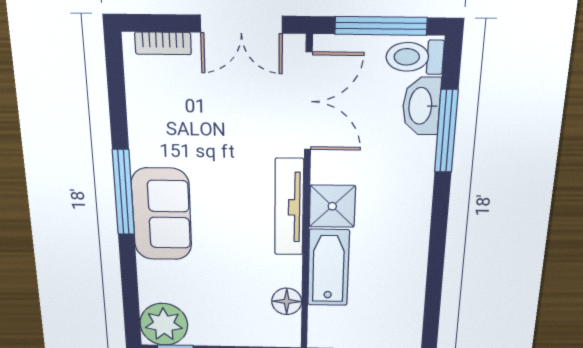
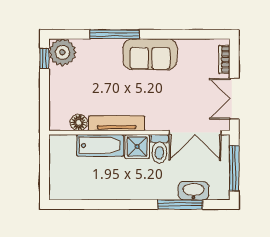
toilet: (415, 57) -> (159, 149), moved, turned 180
window: (123, 193) -> (114, 34), moved
tv unit: (289, 207) -> (117, 123), moved
sofa: (162, 214) -> (150, 54), moved

